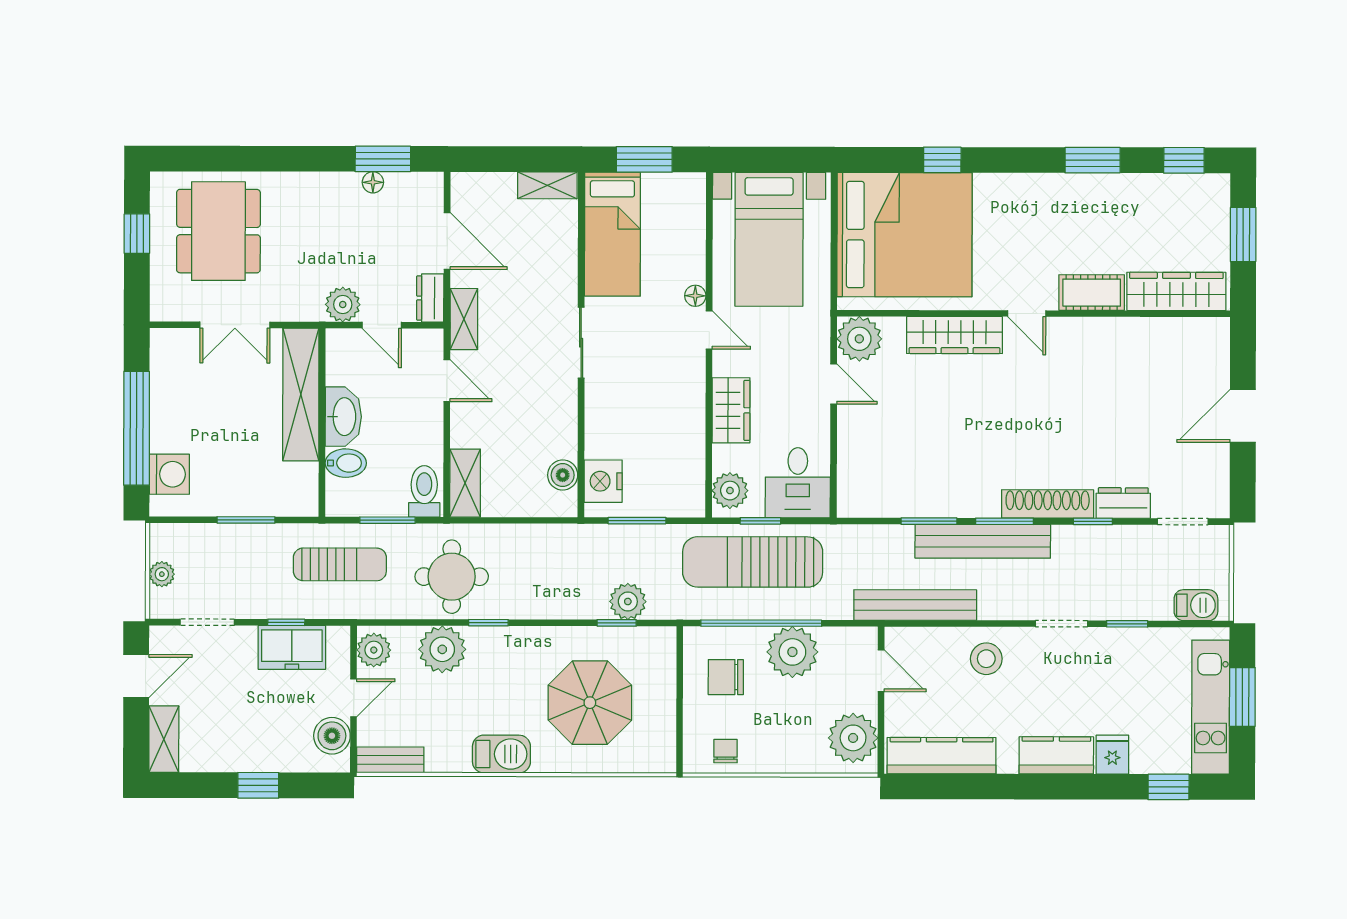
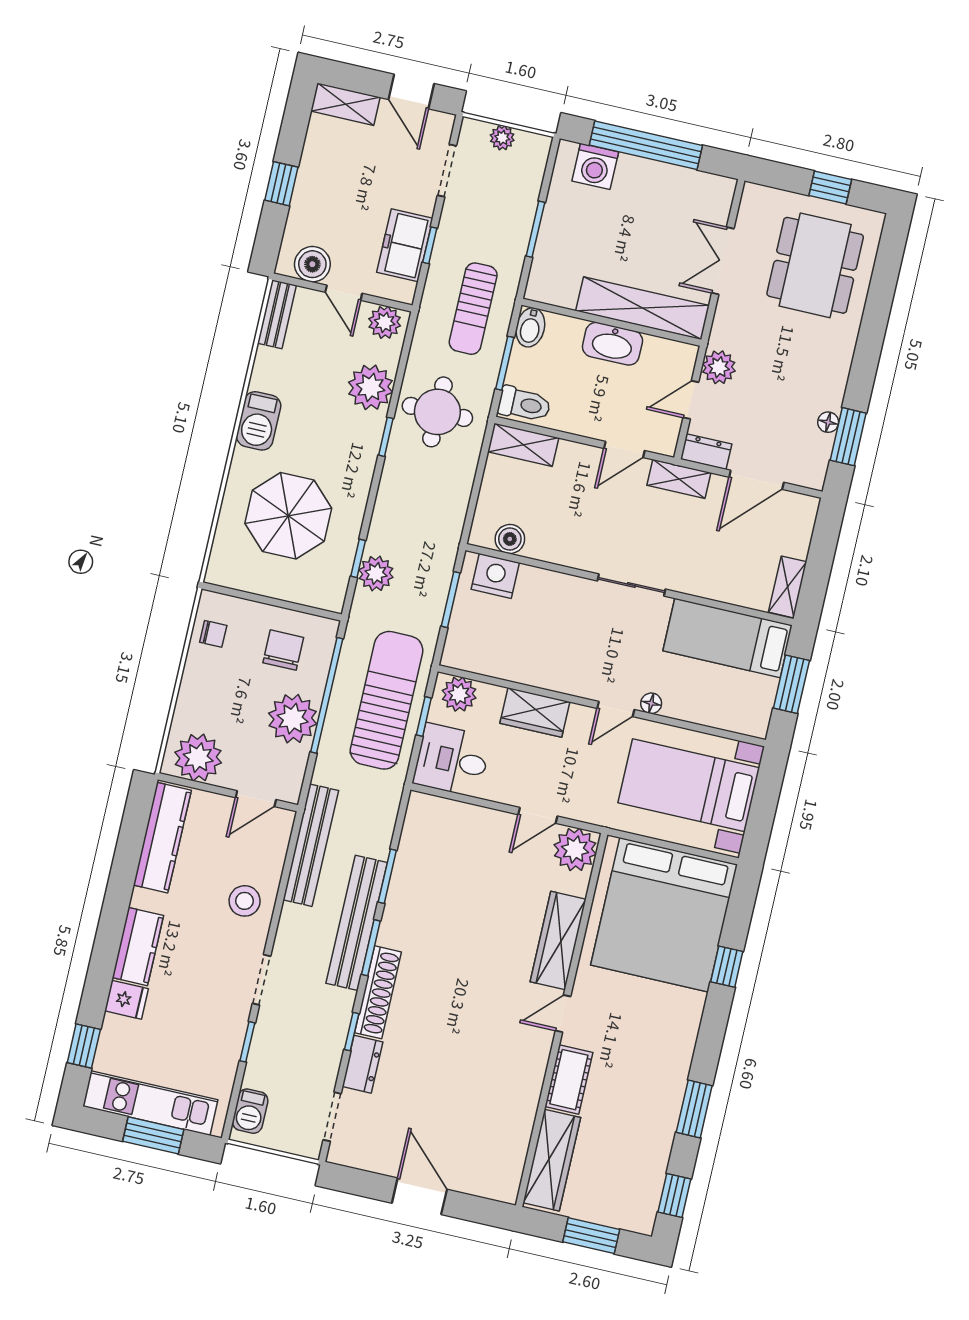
dining table: (218, 231) -> (815, 265), turned 90
bidet: (346, 463) -> (530, 327), moved

